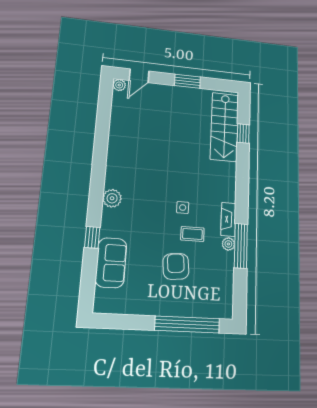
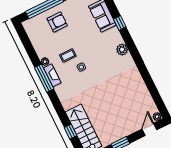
window: (241, 246) -> (44, 78), moved
armchair: (176, 266) -> (57, 22), moved, turned -85

